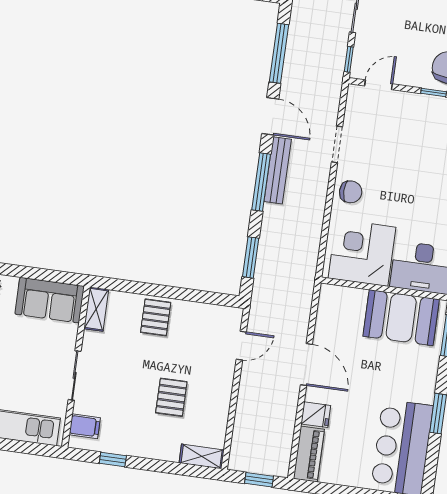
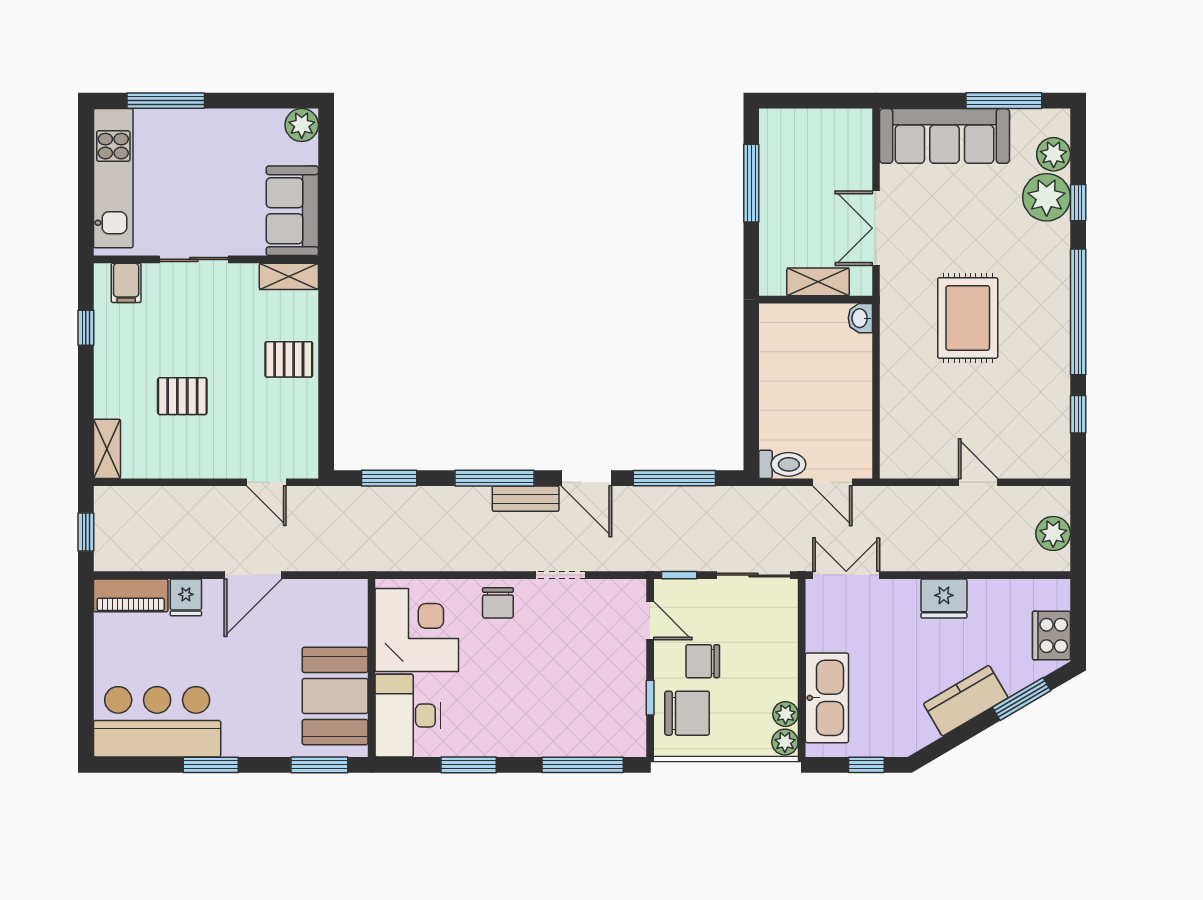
chair: (413, 51) -> (703, 661), added
door: (270, 116) -> (586, 478), hinge flipped
bench: (278, 170) -> (526, 499), width x0.73

